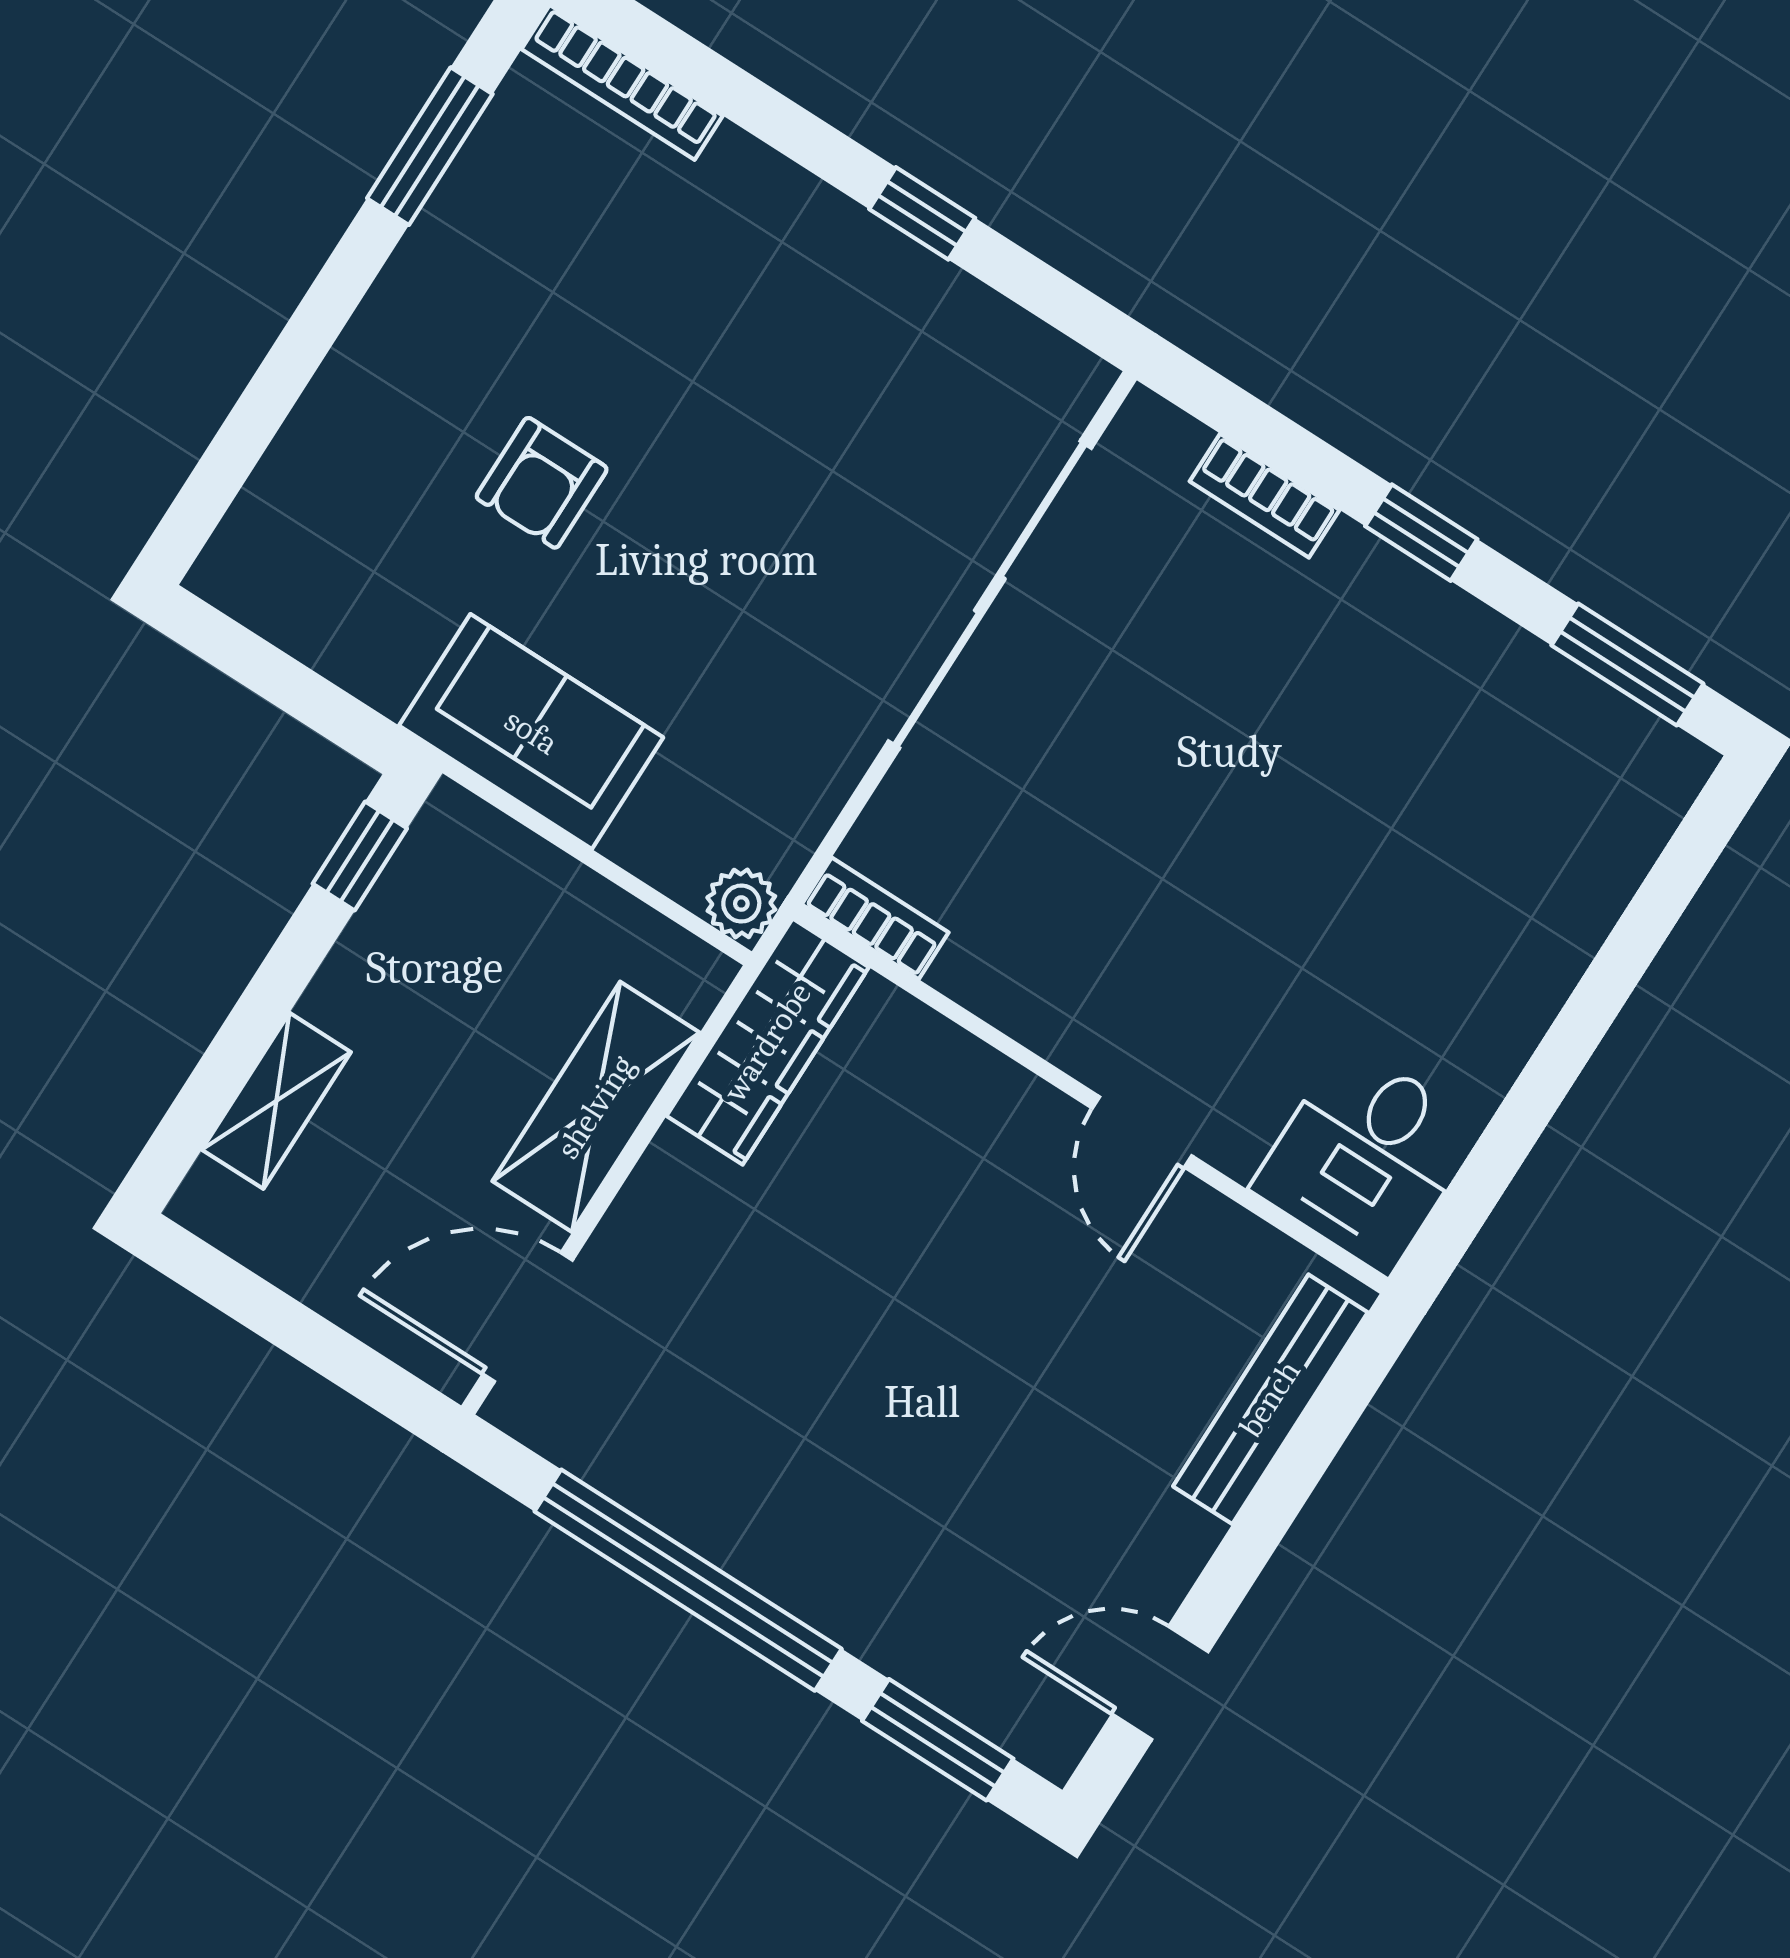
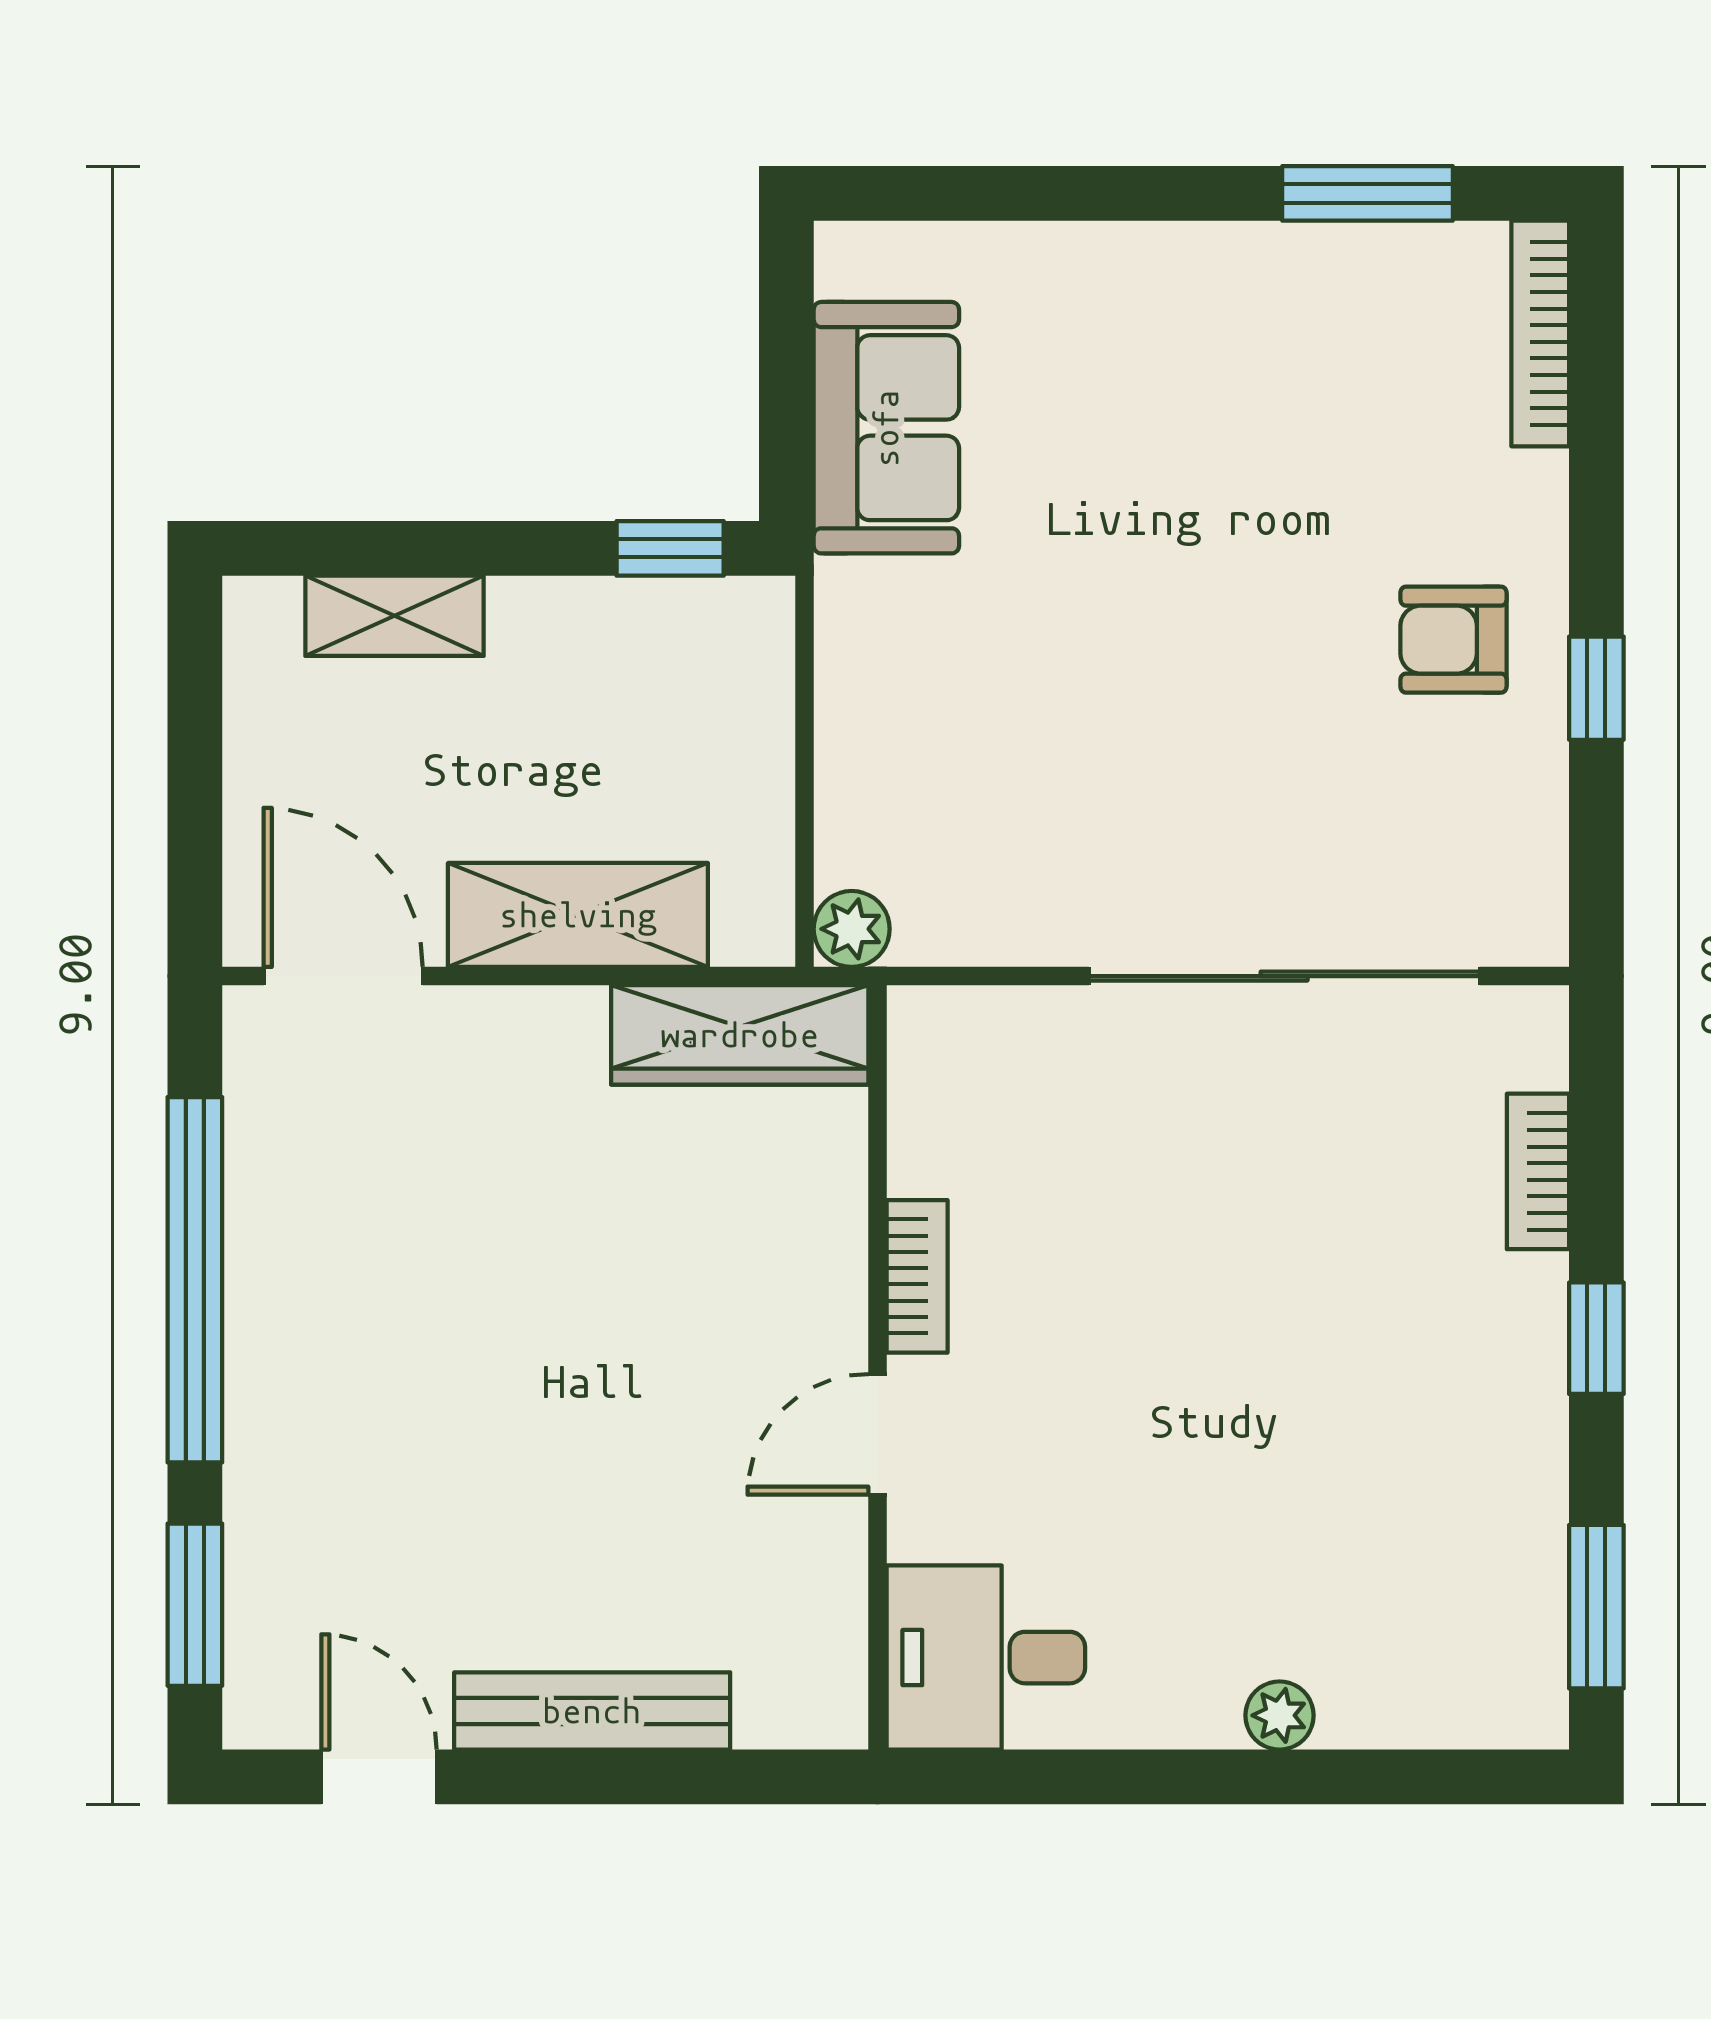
armchair: (542, 483) -> (1454, 640), moved
sofa: (531, 732) -> (886, 428), moved
bookcase: (875, 918) -> (917, 1276), moved
plant: (1555, 961) -> (1280, 1715), added
bench: (1270, 1399) -> (592, 1711), moved

